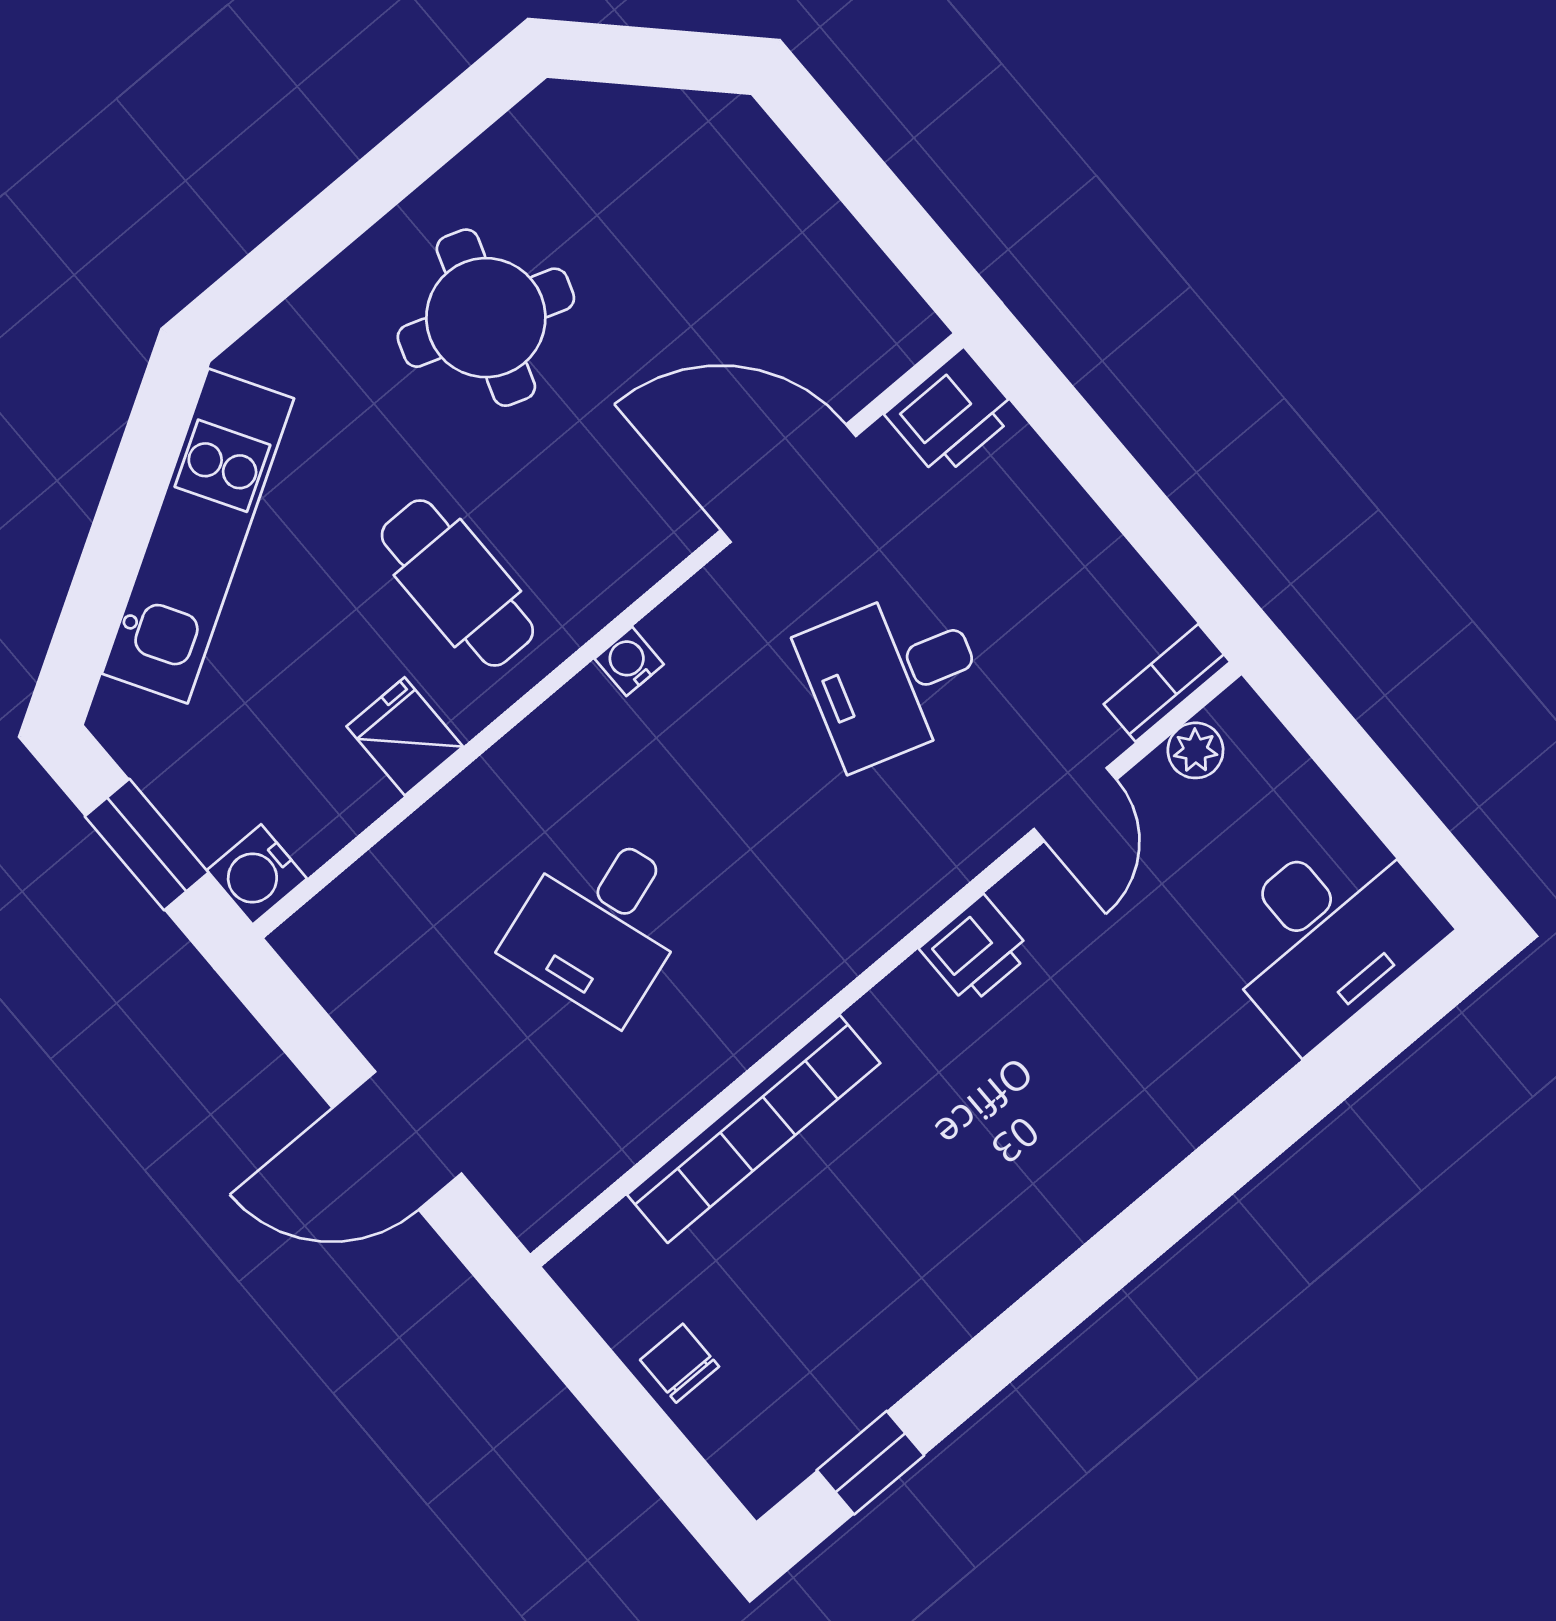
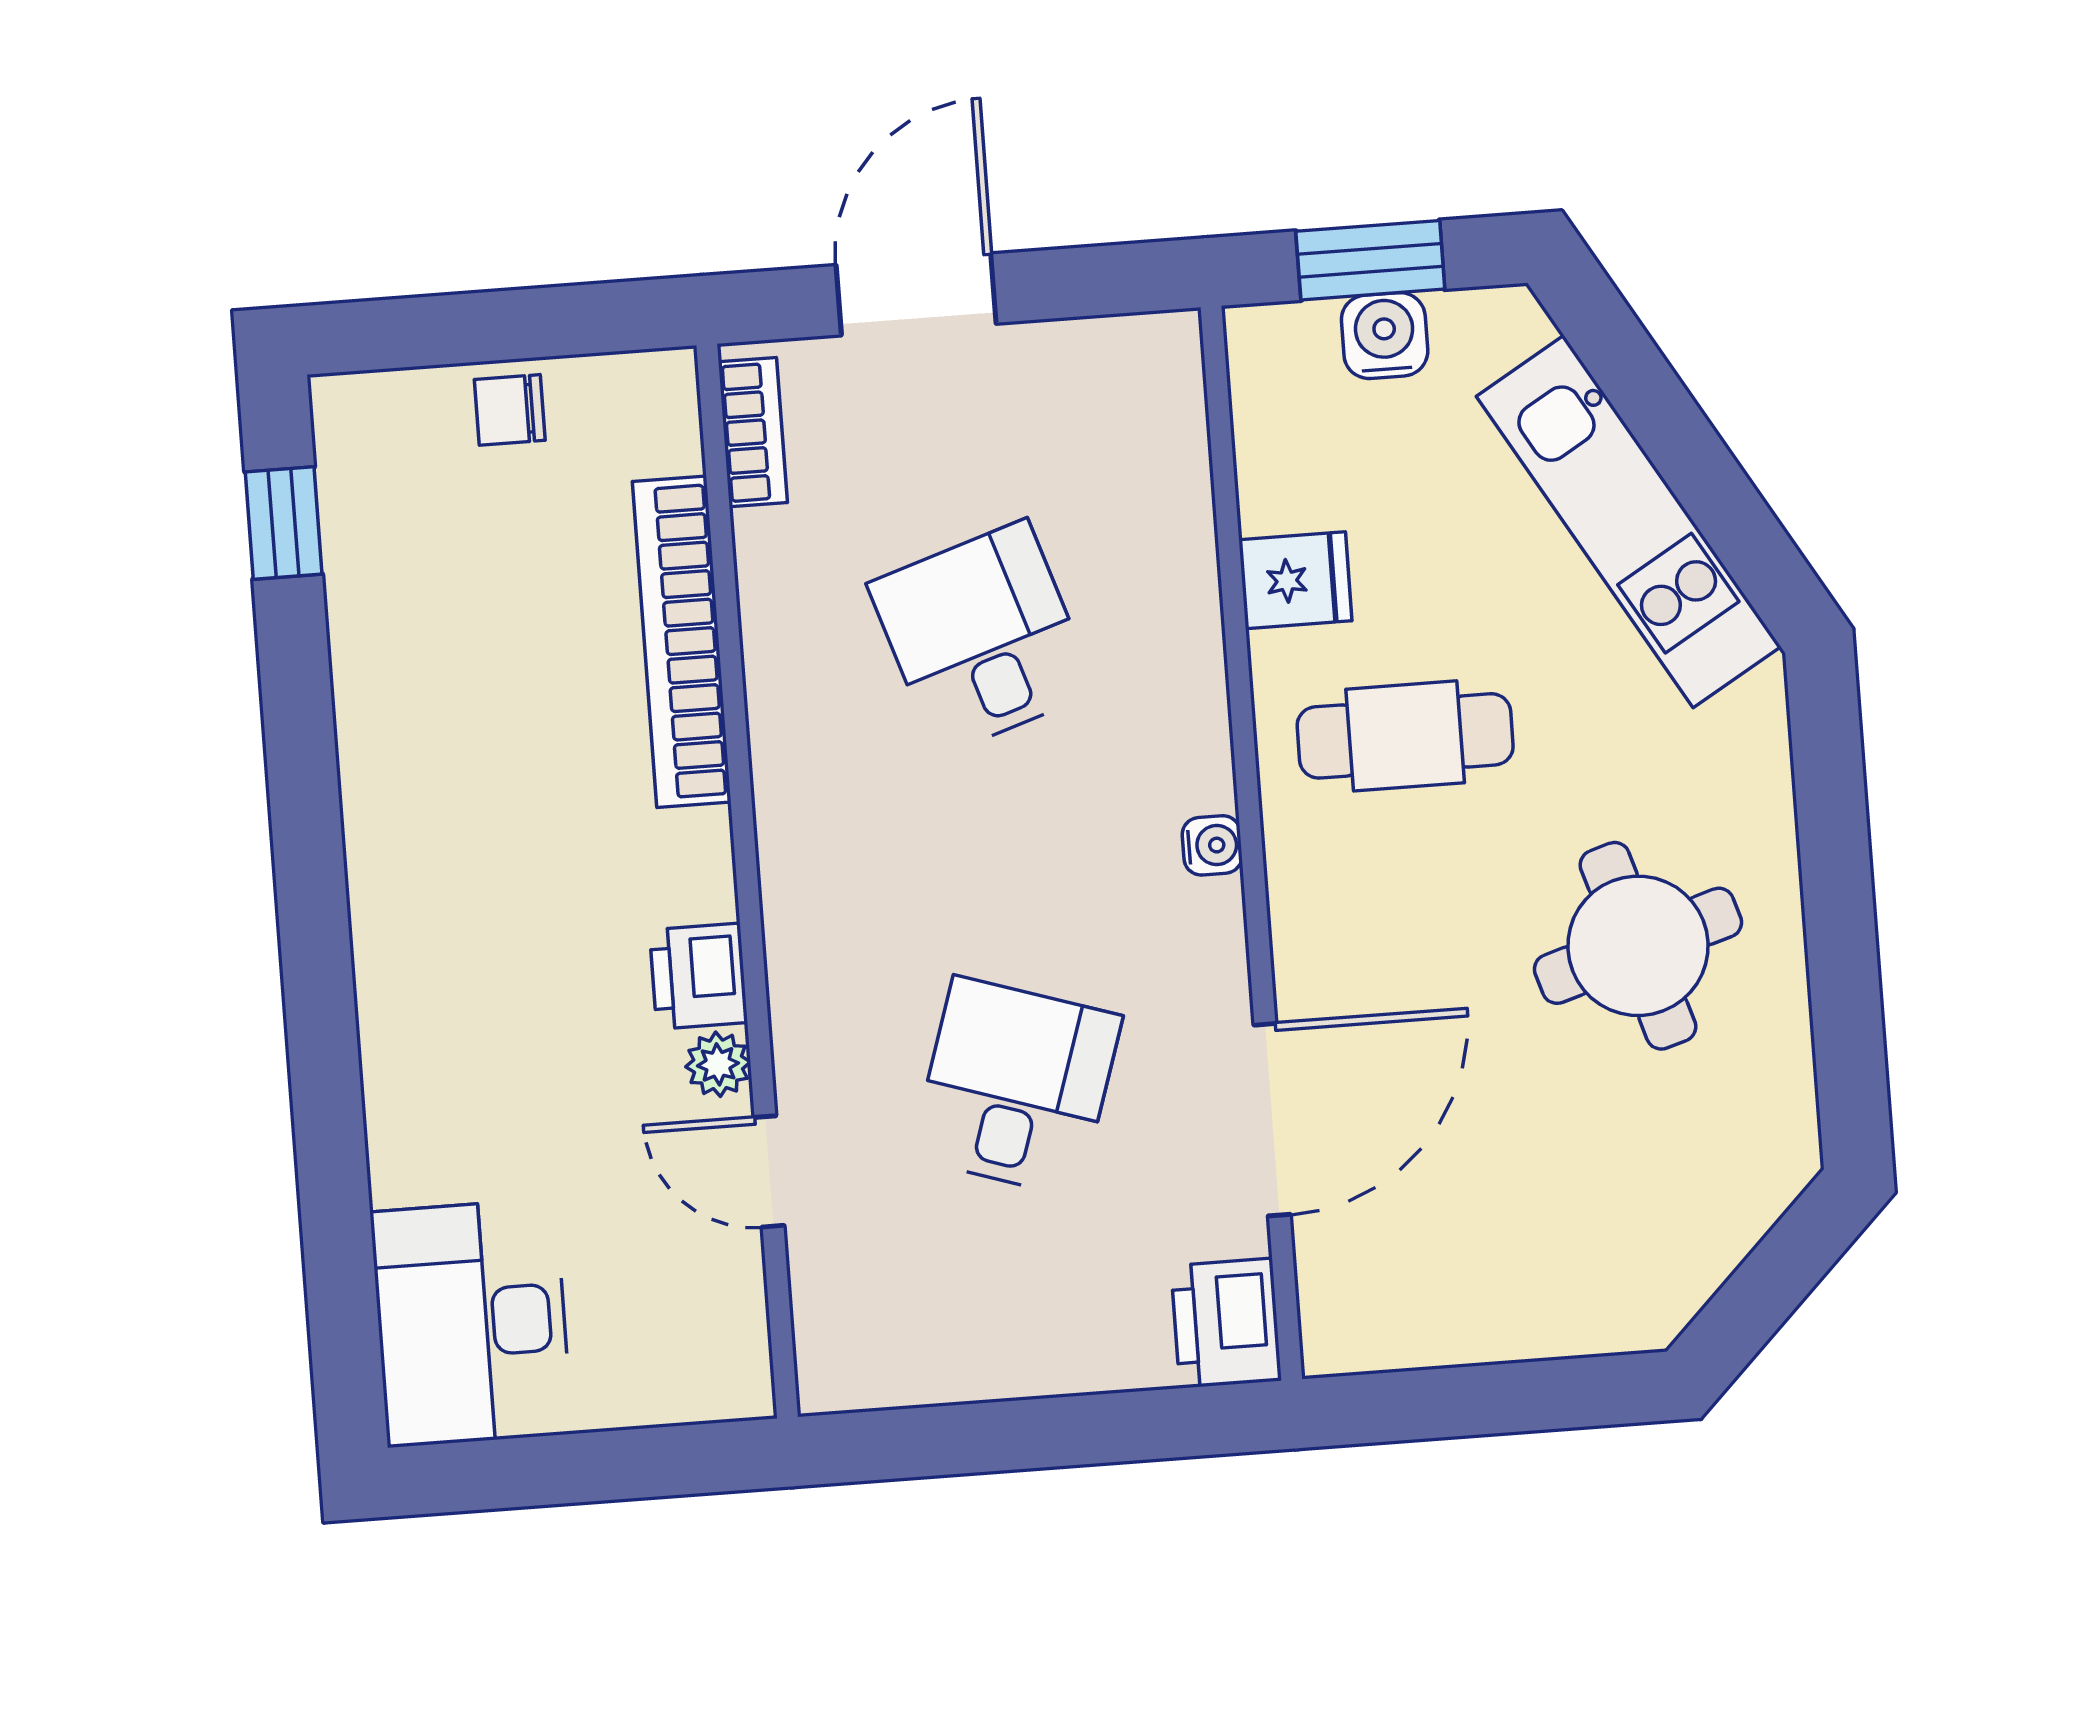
round table: (486, 318) -> (1638, 946), turned -36
bookcase: (1167, 683) -> (753, 432), moved
plant: (1195, 750) -> (718, 1064), moved
water cooler: (257, 874) -> (1385, 336), moved
chair: (680, 1363) -> (510, 410), turned 180

